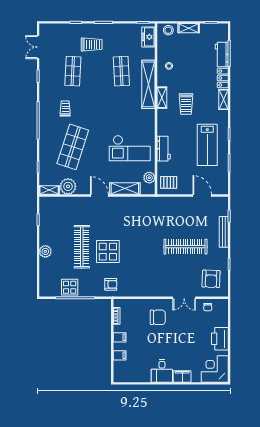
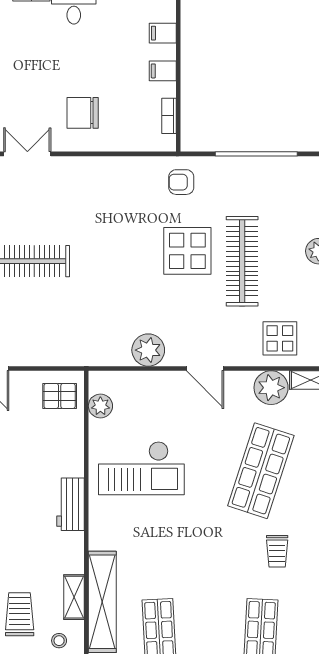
shelving: (162, 98) -> (74, 597), moved
trolley: (186, 104) -> (20, 614), moved
checkout: (130, 148) -> (141, 468), turned 180
workbench: (164, 149) -> (70, 504), moved
shelving: (125, 189) -> (152, 383), removed
plant: (126, 204) -> (148, 350), added
display table: (70, 287) -> (280, 338), moved

